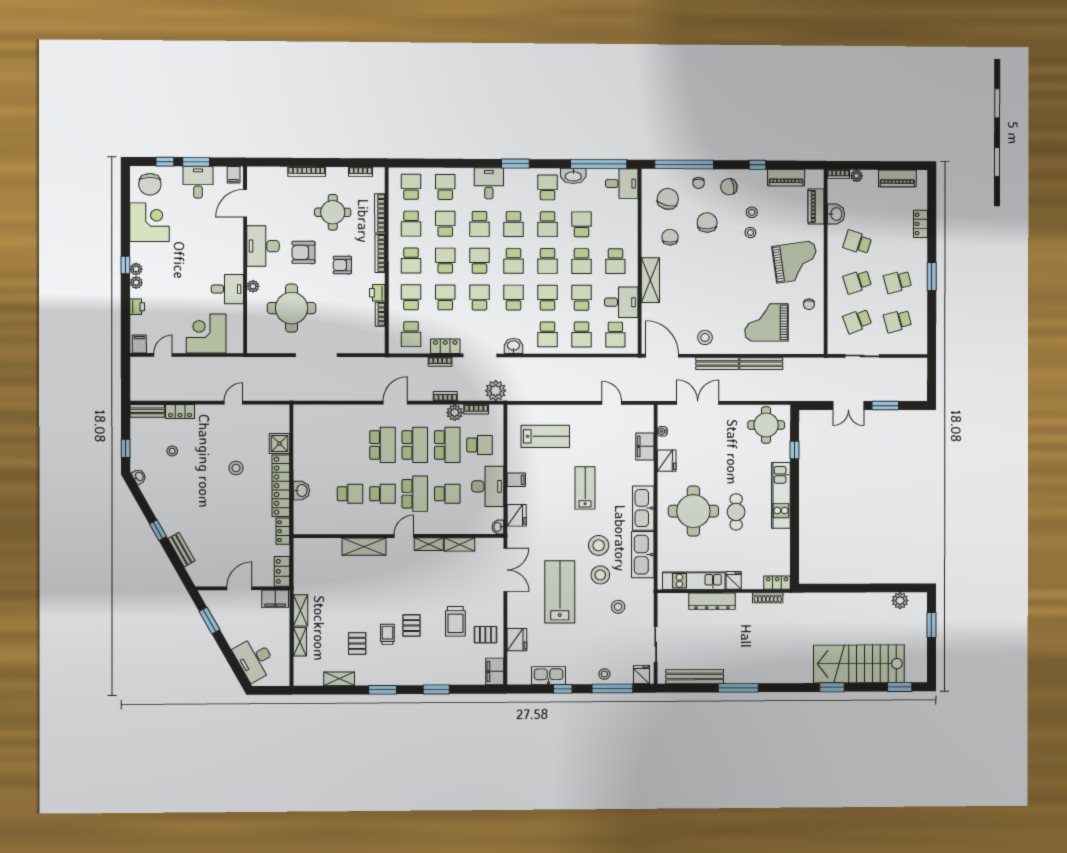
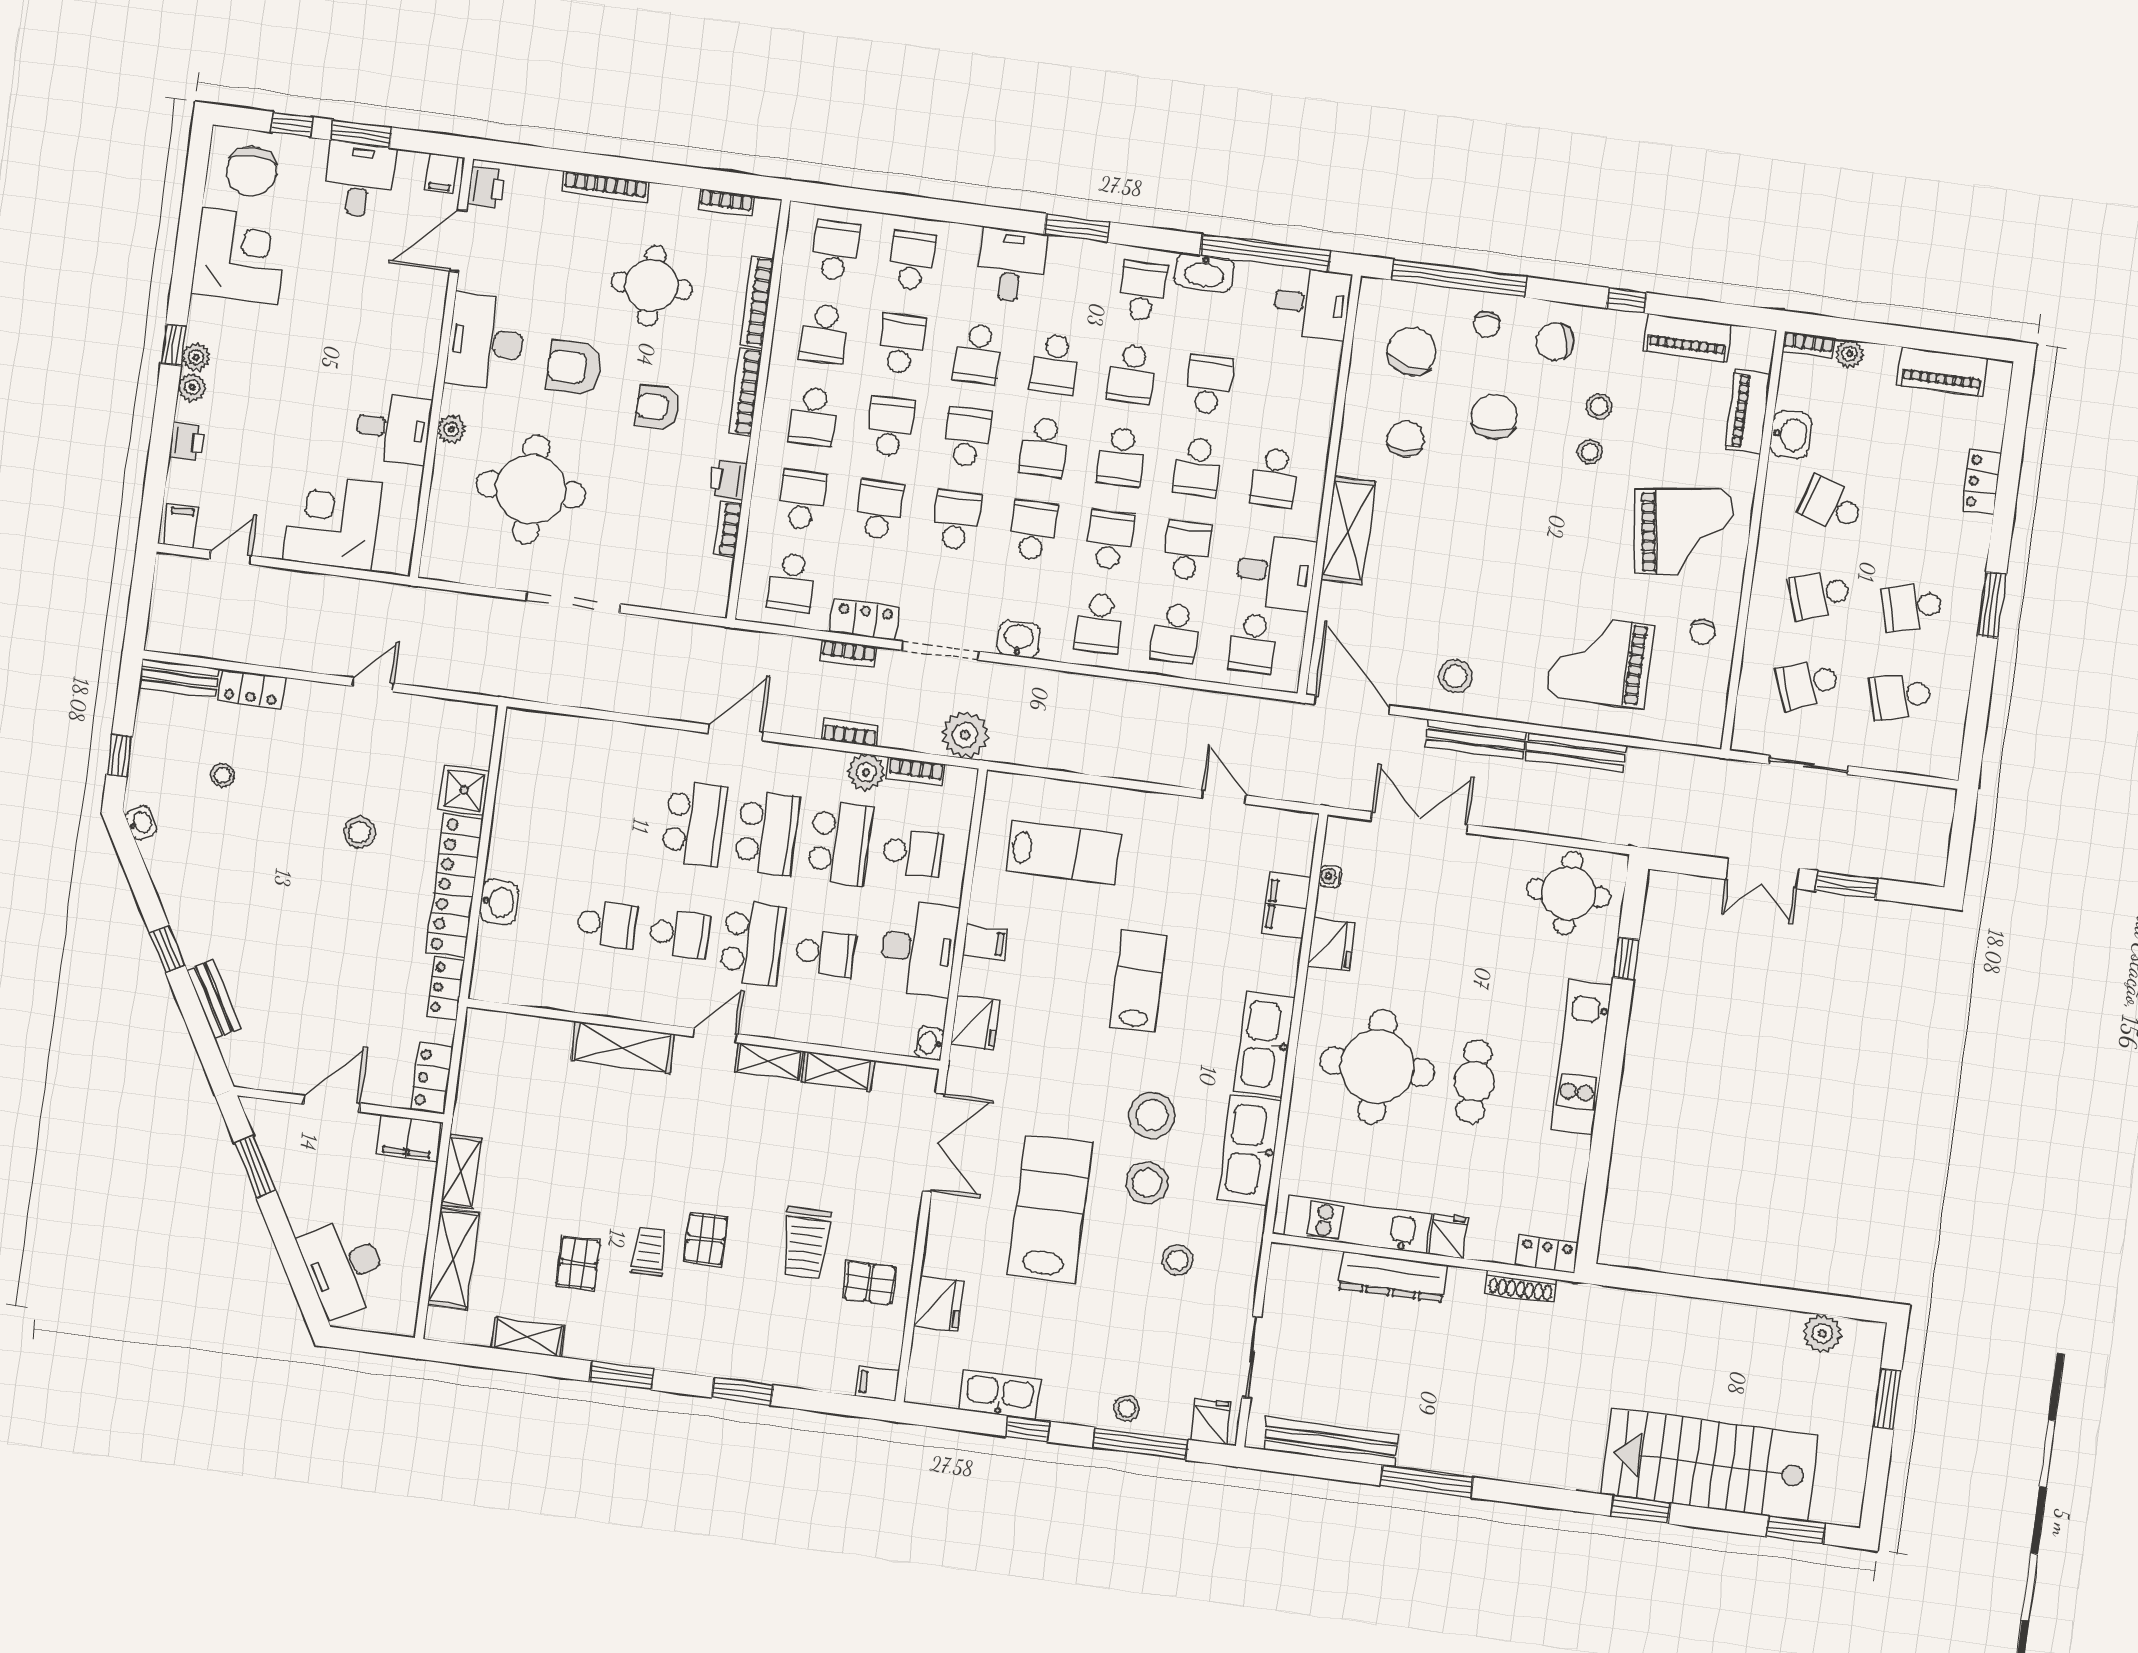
printer: (254, 178) -> (486, 187), added
shelving: (300, 642) -> (453, 1259), width x1.50, depth x1.33
filing cabinet: (495, 671) -> (877, 1384), width x0.50

